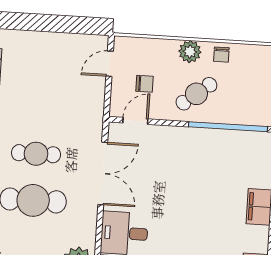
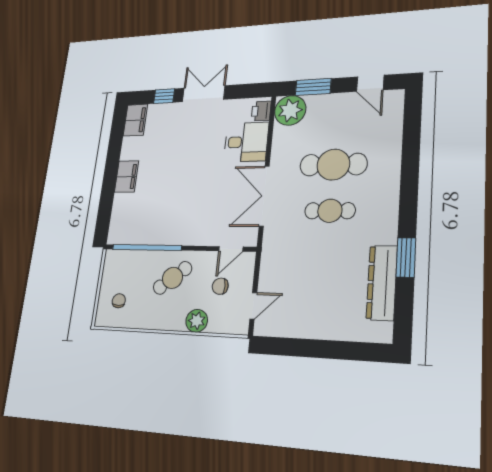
plant: (190, 52) -> (197, 321), moved
chair: (221, 55) -> (119, 301), moved

